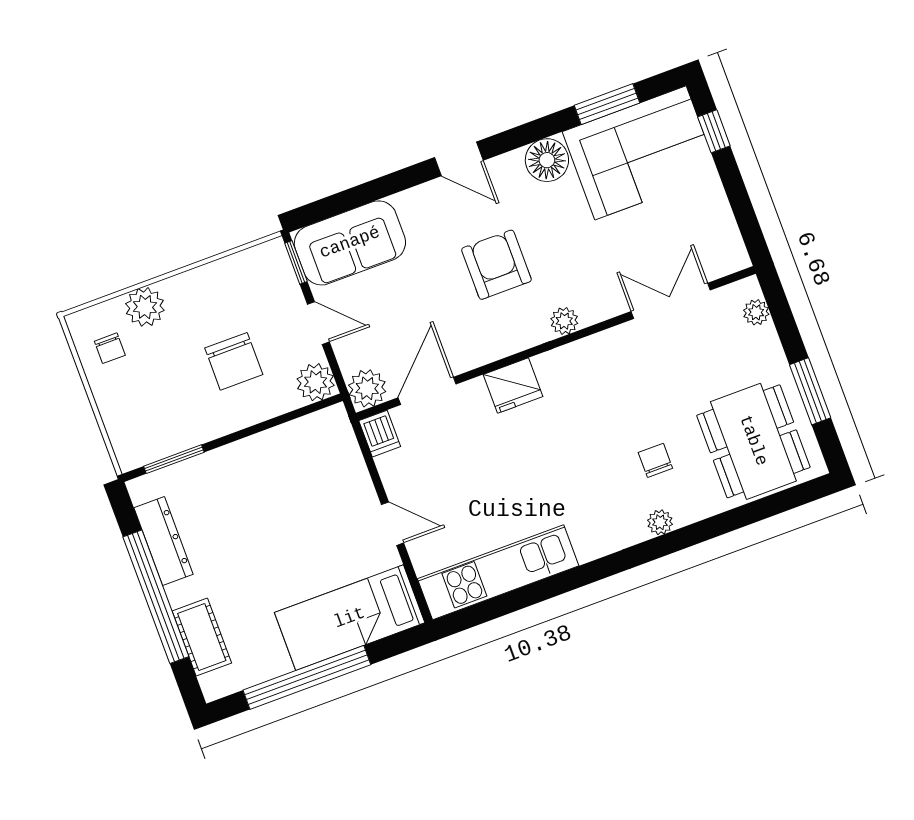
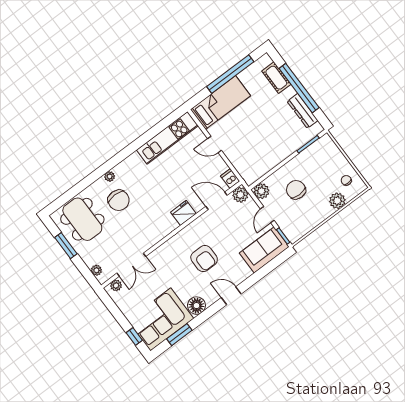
plant: (564, 321) -> (116, 285), moved
door: (318, 323) -> (267, 215), hinge flipped
door: (427, 391) -> (217, 201), swing flipped
chair: (655, 460) -> (119, 200), width x1.87, depth x1.87

